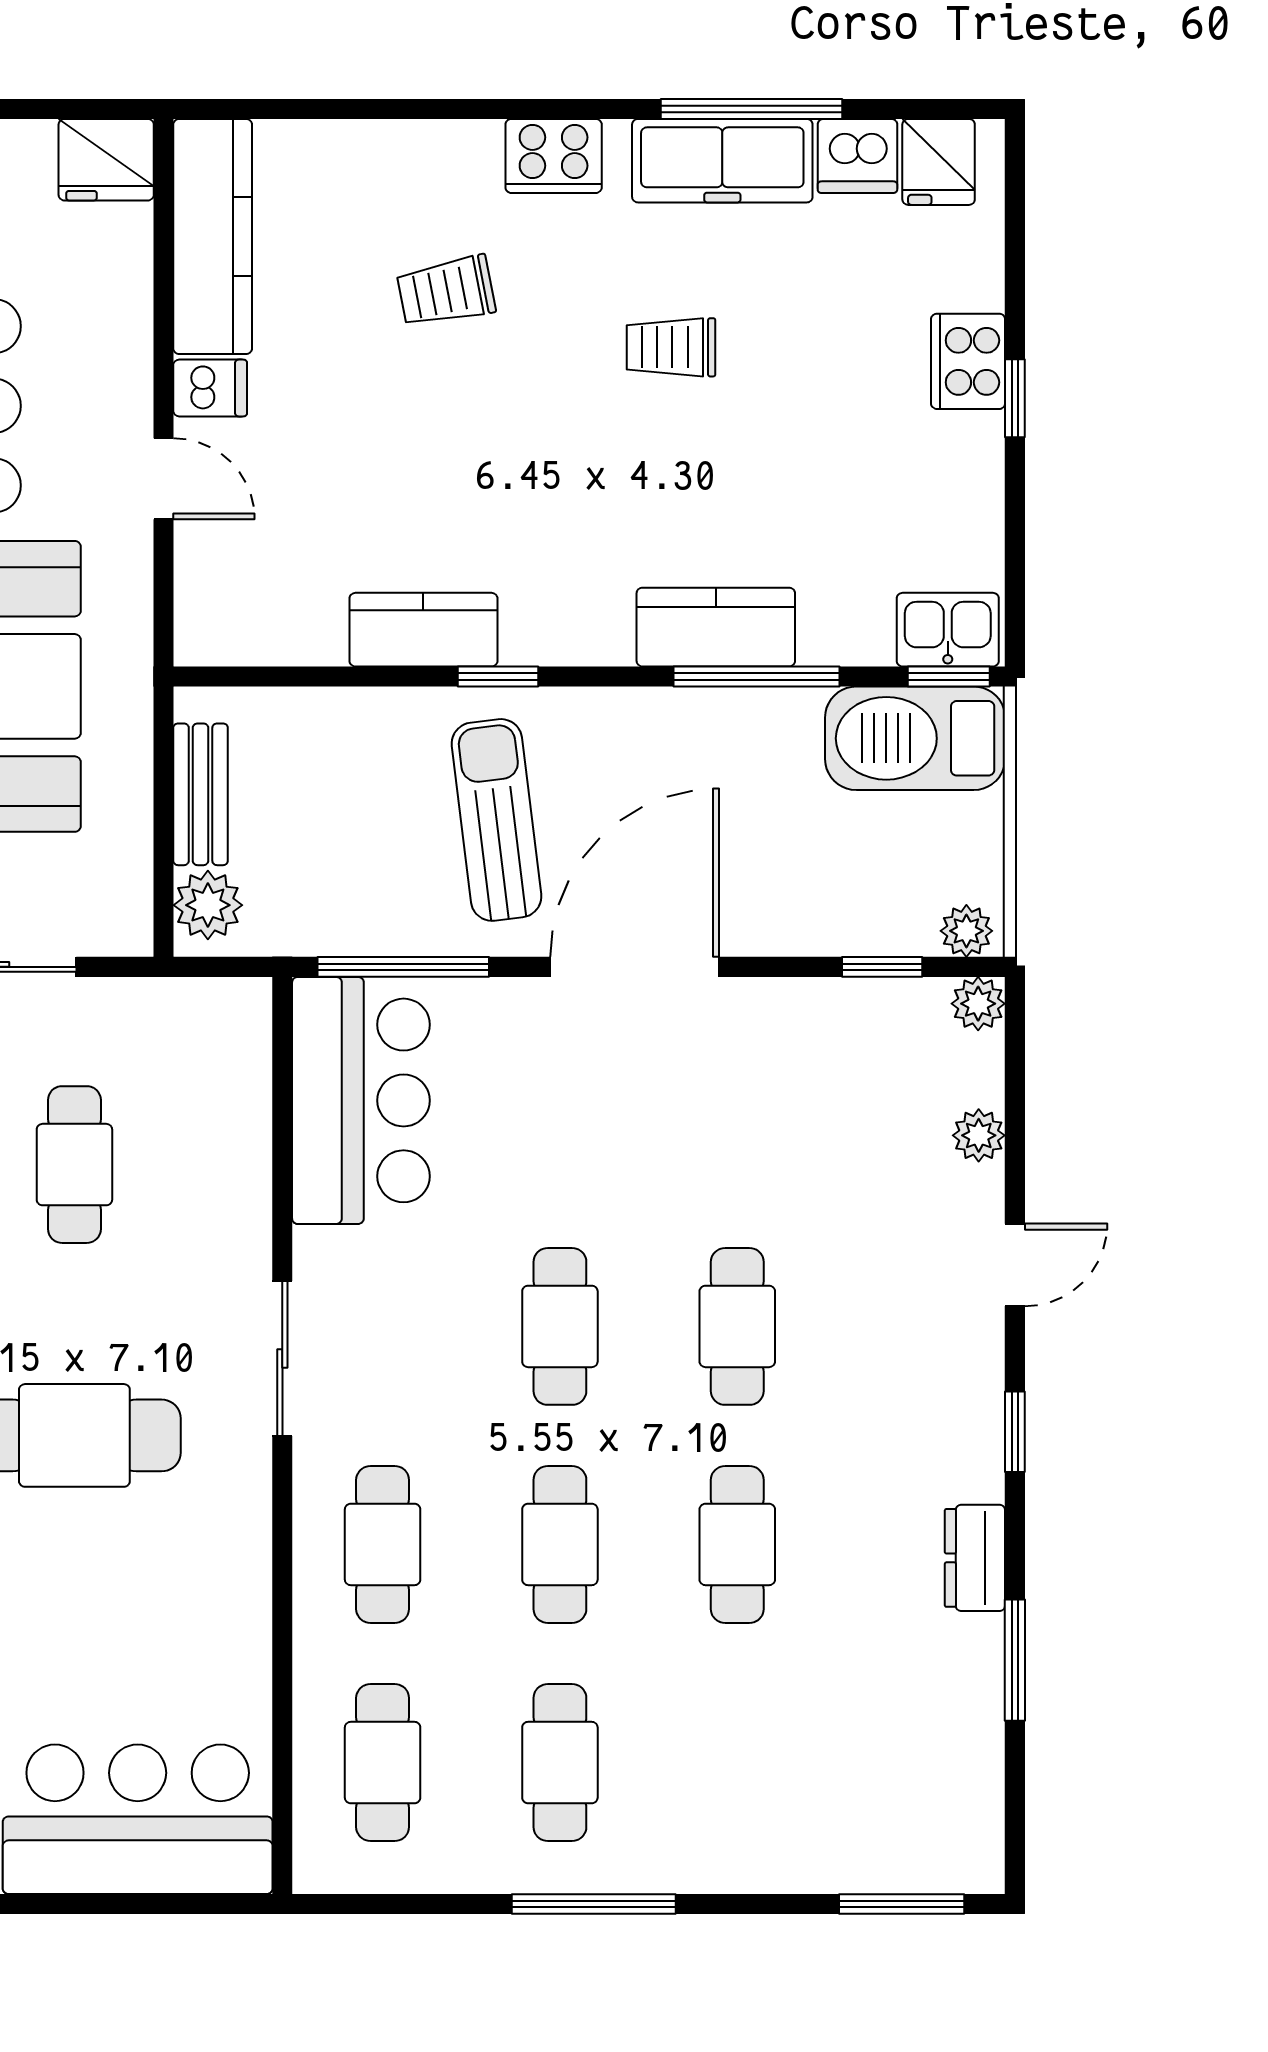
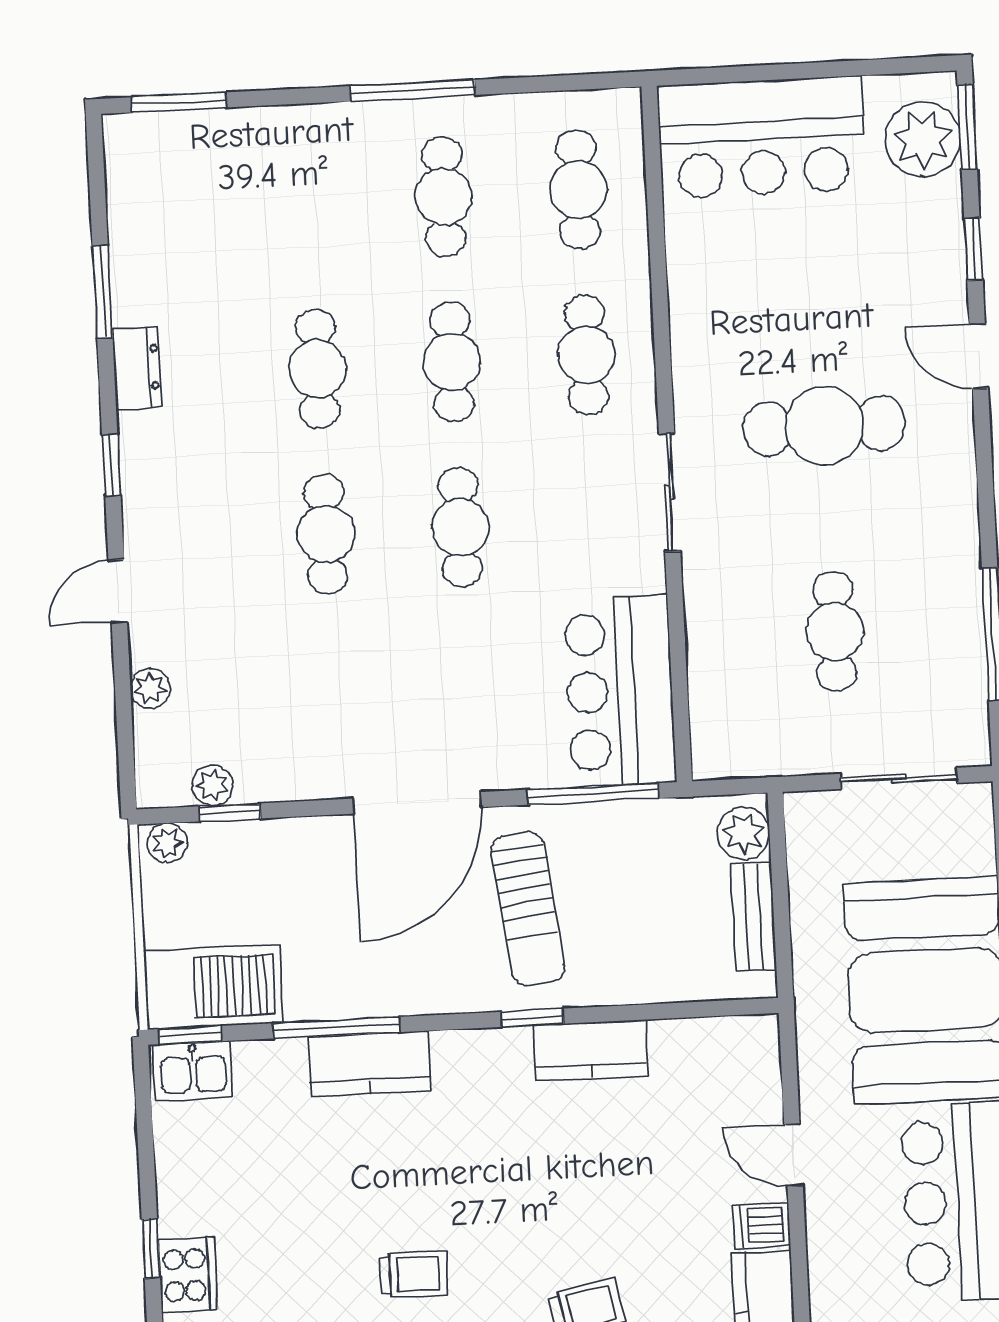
plant: (978, 1004) -> (212, 785), moved

